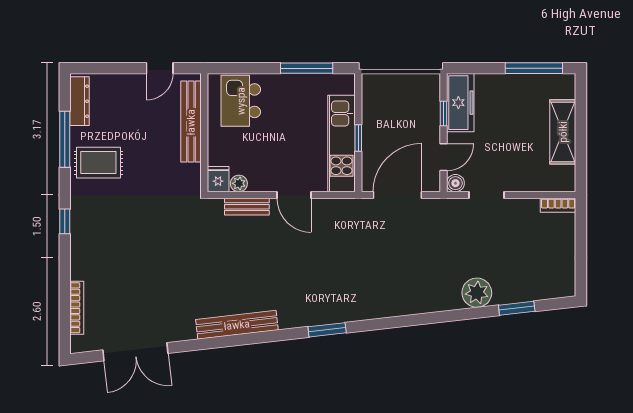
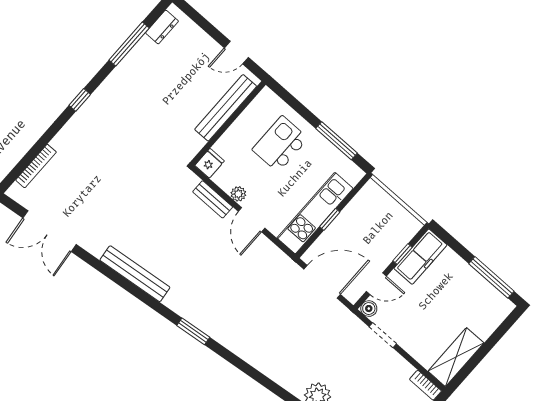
dresser: (80, 101) -> (162, 27), width x0.70
kitchen island: (241, 101) -> (280, 144), moved
shelving: (563, 132) -> (456, 357), moved
rug: (98, 163) -> (138, 80), removed
plant: (239, 183) -> (238, 194), moved

